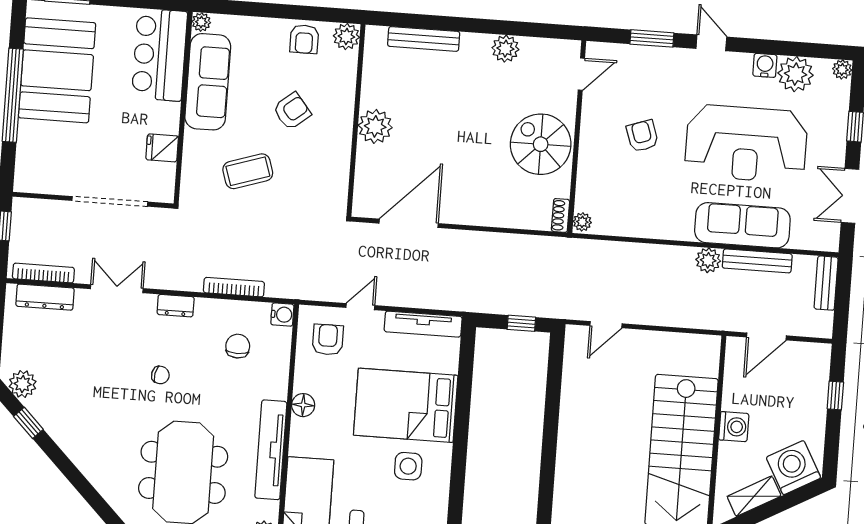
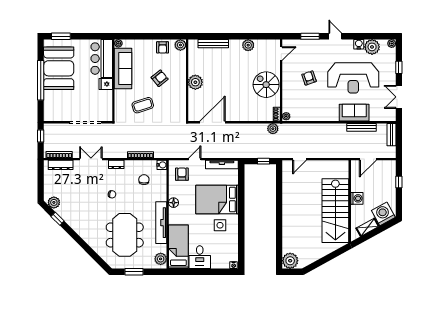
fridge: (162, 148) -> (106, 84), moved
sofa: (742, 225) -> (354, 113), width x0.73
plant: (708, 260) -> (273, 129), moved

